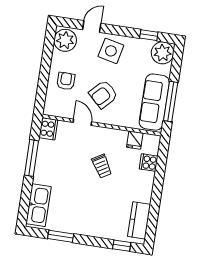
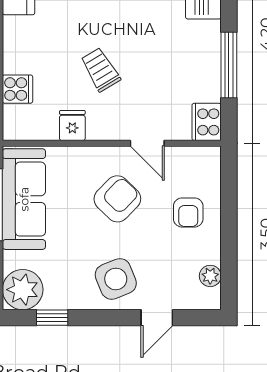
plant: (65, 40) -> (210, 276), width x0.53, depth x0.53
side table: (111, 51) -> (116, 279), turned -35
fridge: (135, 140) -> (72, 125), moved

